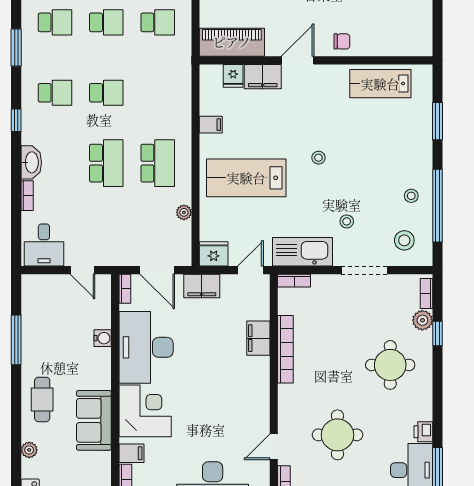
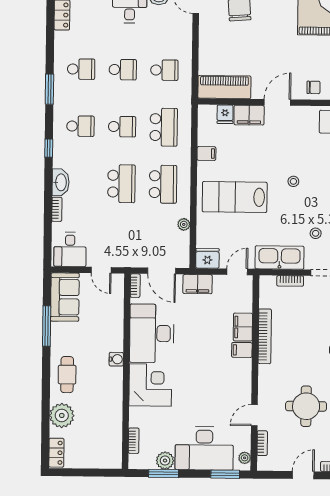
school desk: (158, 93) -> (164, 127), added
bookcase: (294, 281) -> (290, 281), moved
water cooler: (103, 338) -> (116, 359), moved
sofa: (94, 420) -> (65, 297), moved, turned 180
plant: (29, 450) -> (62, 415), width x1.88, depth x1.88
filing cabinet: (131, 453) -> (242, 350), moved, turned 180

